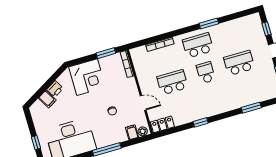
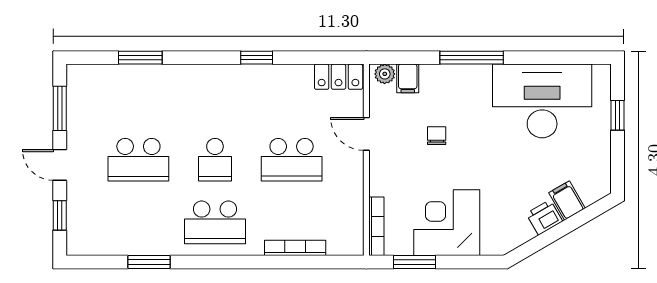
window: (209, 23) -> (149, 262), moved
corner desk: (87, 77) -> (447, 223), moved

